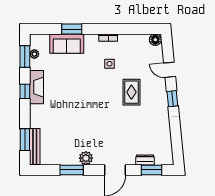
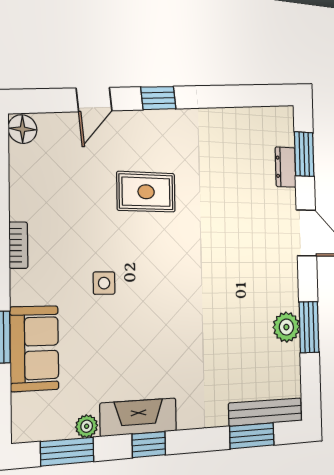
plant: (34, 54) -> (87, 426), moved
side table: (110, 64) -> (104, 283), moved
plant: (86, 158) -> (286, 327), moved

